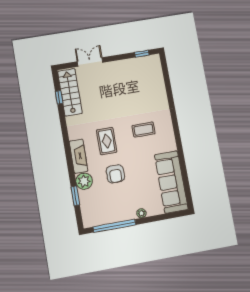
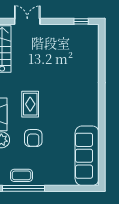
coffee table: (144, 130) -> (21, 175), moved
plant: (141, 213) -> (52, 181), removed

